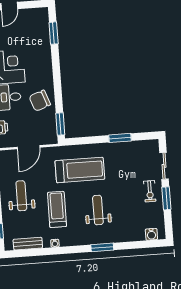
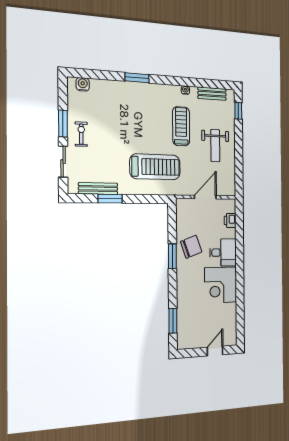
window: (60, 124) -> (172, 256), moved
bench: (132, 146) -> (98, 189), added
treadmill: (80, 170) -> (155, 167), turned 180
treadmill: (57, 209) -> (181, 126), turned 180
weight bench: (98, 210) -> (139, 120), removed

